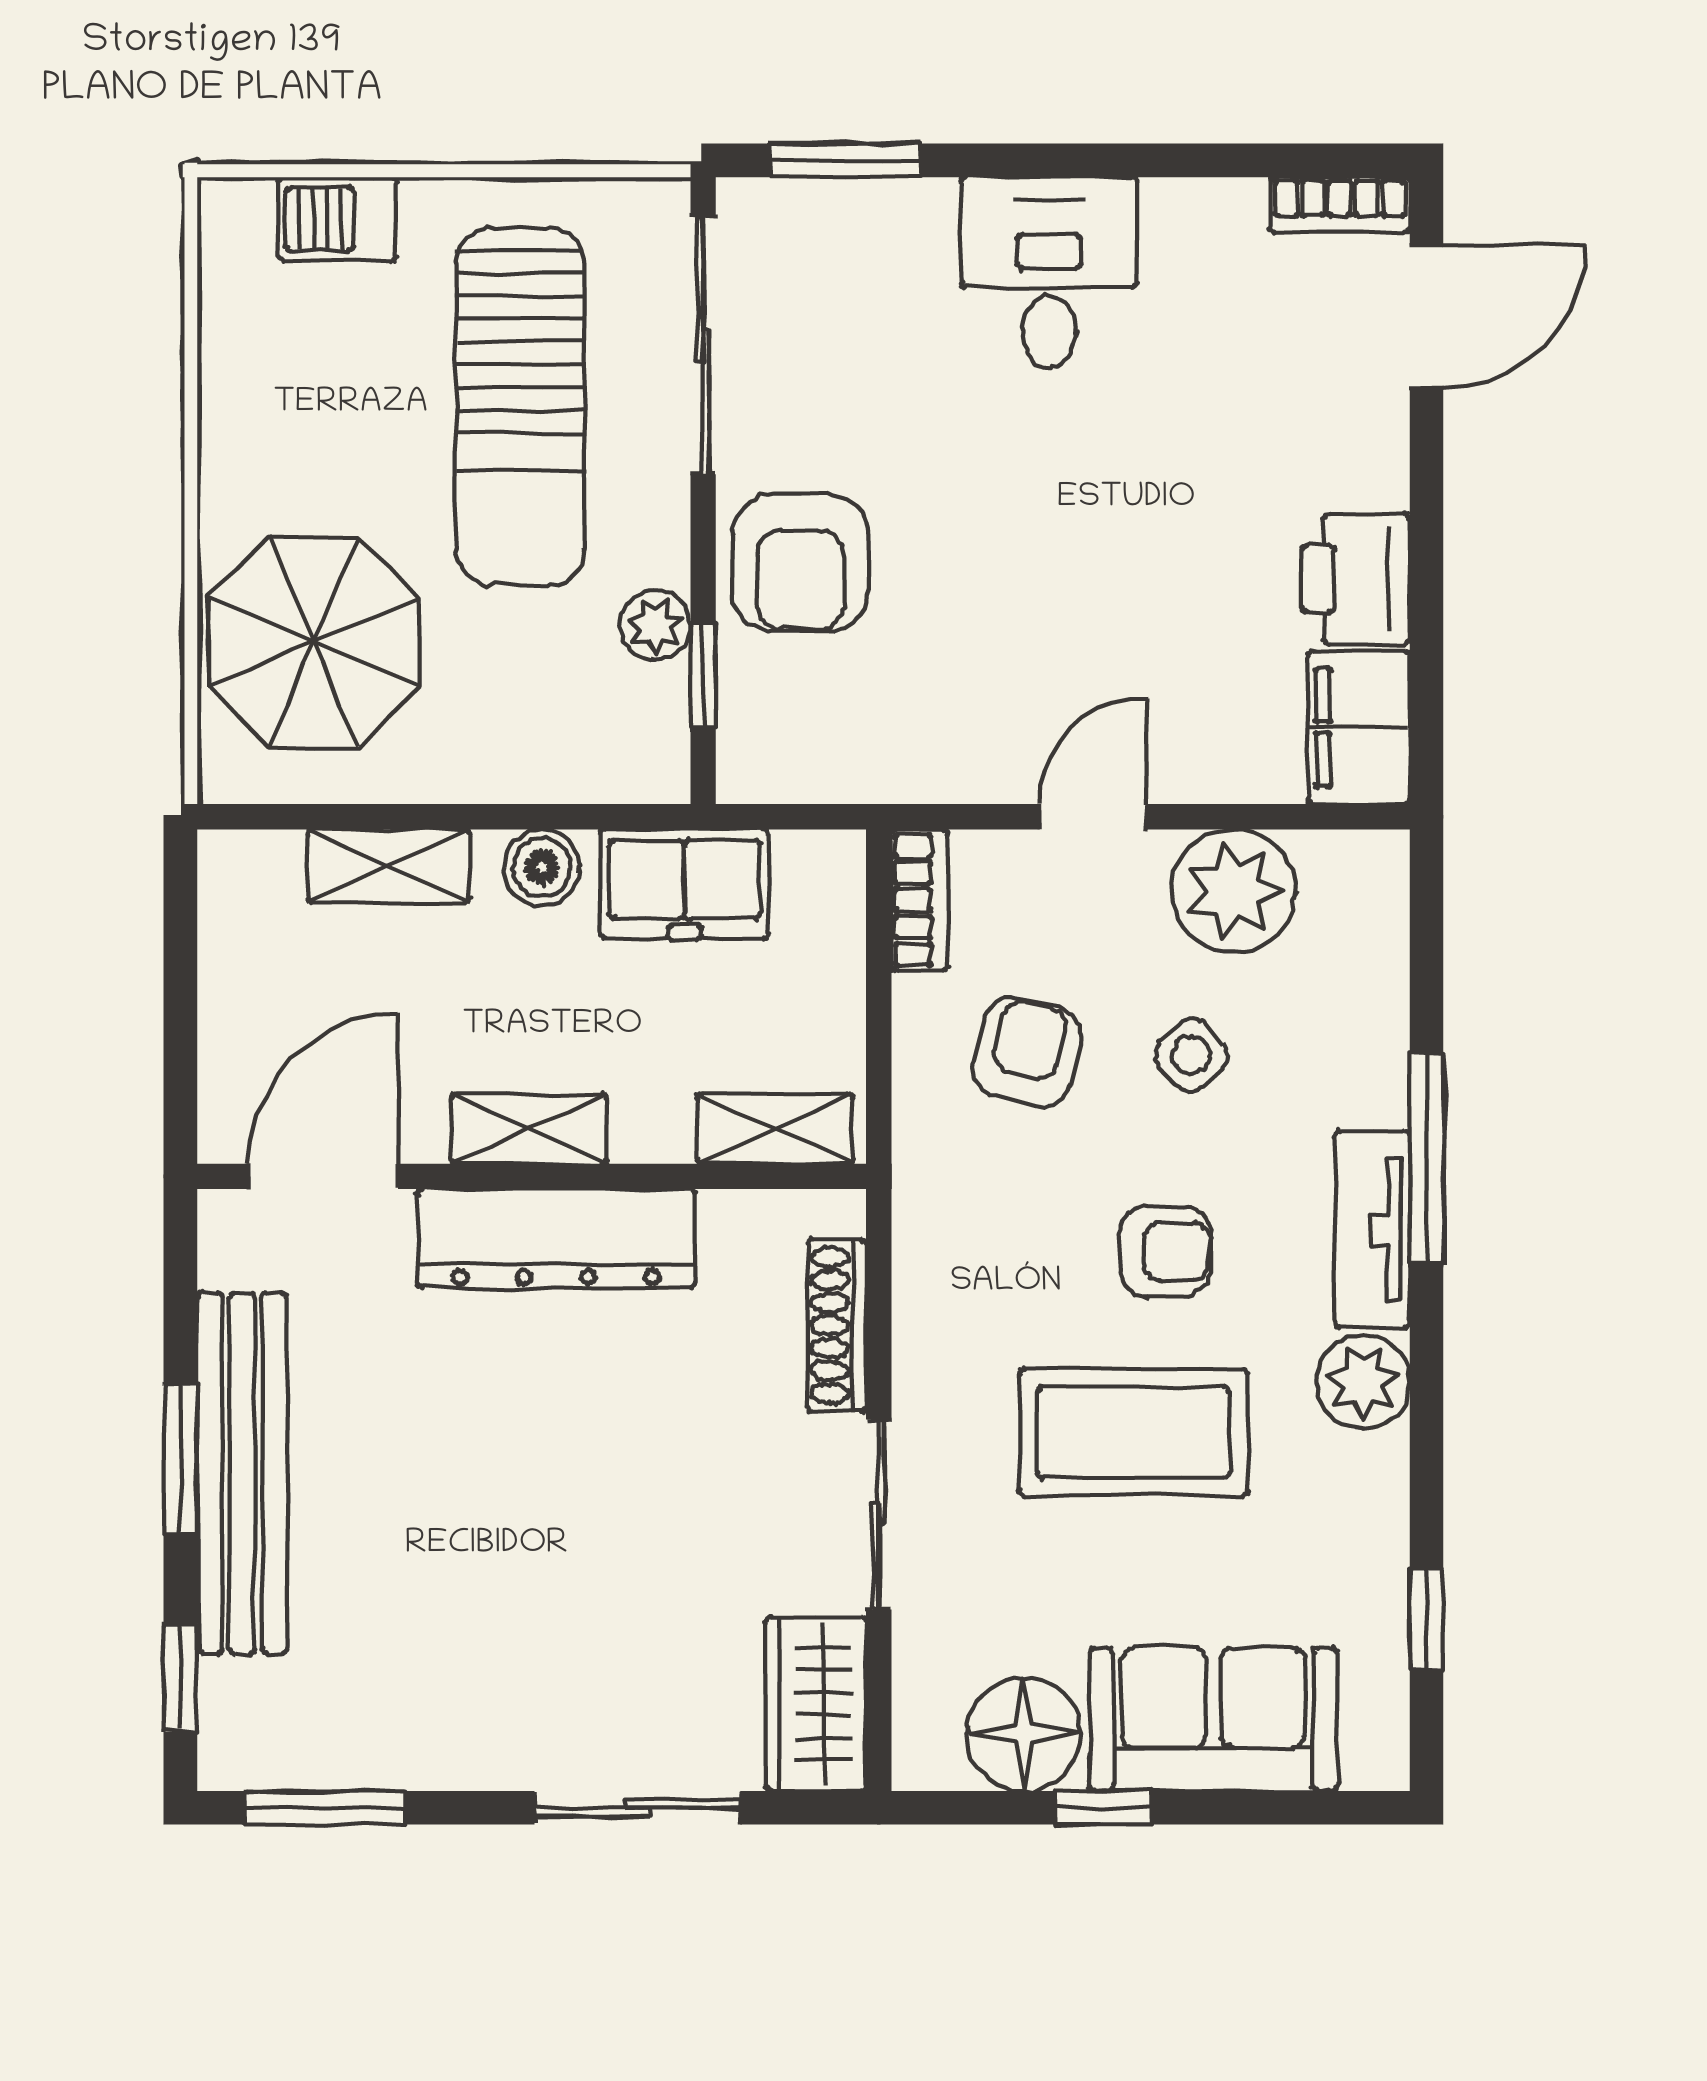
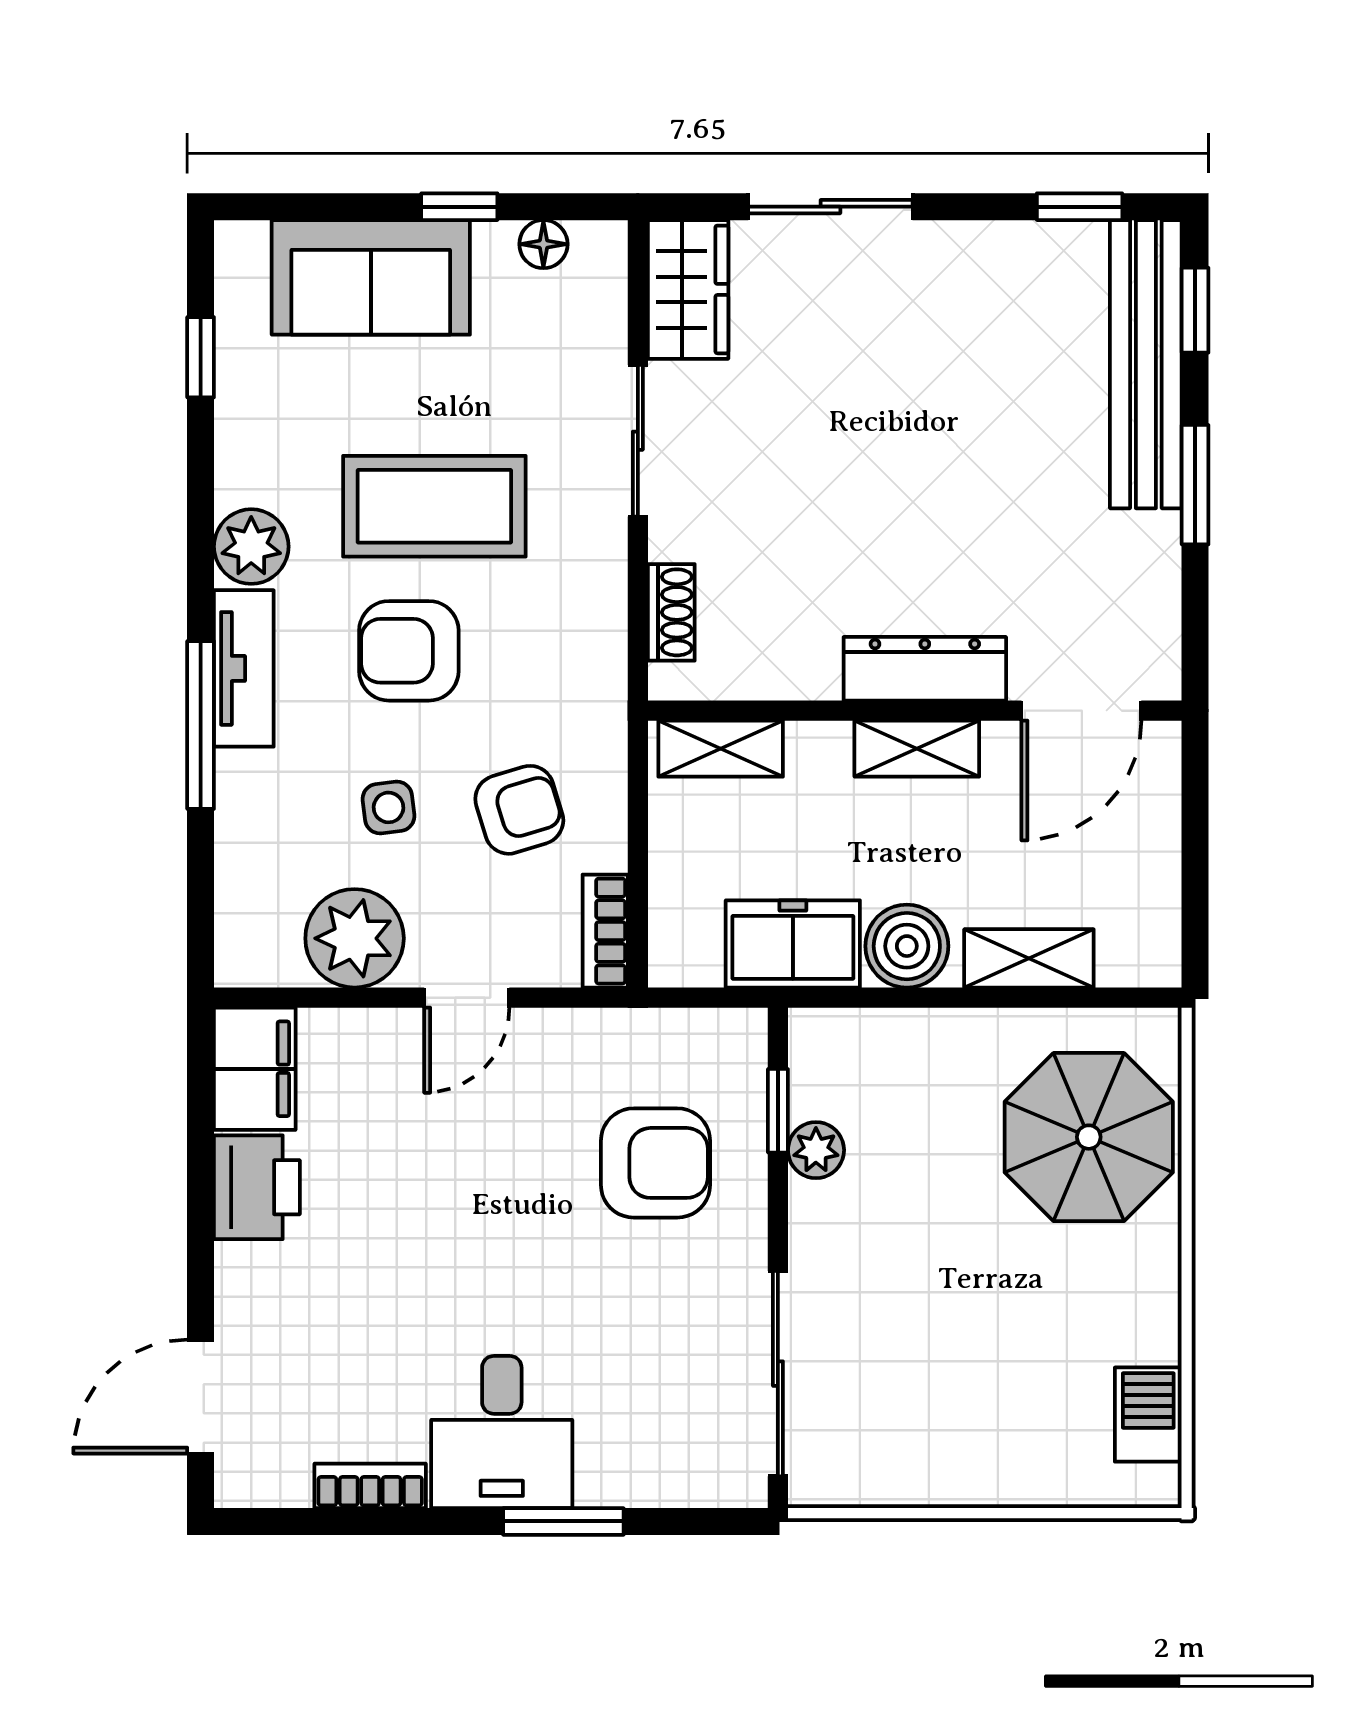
window: (845, 160) -> (563, 1521), moved
bookcase: (1340, 205) -> (370, 1486), moved
barbecue: (338, 219) -> (1148, 1415), moved, turned -90
sun lounger: (520, 406) -> (924, 1325), removed
armchair: (800, 563) -> (656, 1163), moved, turned 90
boiler: (542, 867) -> (907, 946), width x1.36, depth x1.36
armchair: (1027, 1052) -> (519, 810), turned -121
side table: (1191, 1055) -> (388, 807), turned 35
dresser: (556, 1238) -> (925, 669), width x0.73, depth x0.80
armchair: (1166, 1251) -> (409, 651), width x1.38, depth x1.38
shoe rack: (837, 1325) -> (671, 612), width x0.70
bench: (242, 1473) -> (1146, 364), moved
floor lamp: (1024, 1734) -> (543, 244), width x0.53, depth x0.53
window: (325, 1808) -> (1080, 207), width x0.67

